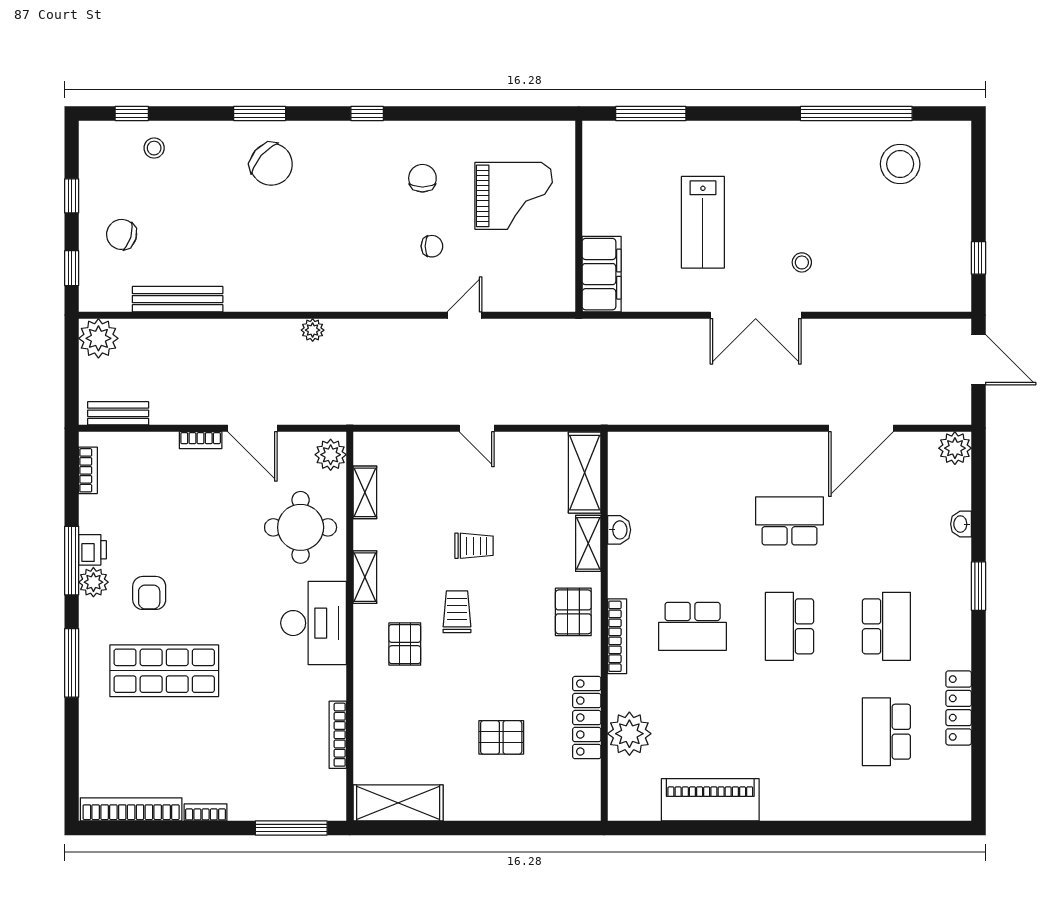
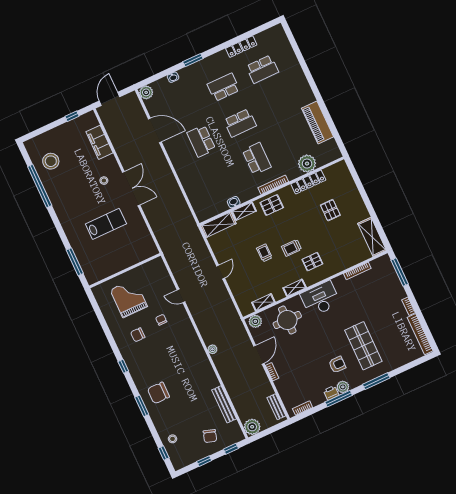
chair: (271, 164) -> (158, 393), turned -131
filing cabinet: (602, 274) -> (99, 142), moved, turned -90

